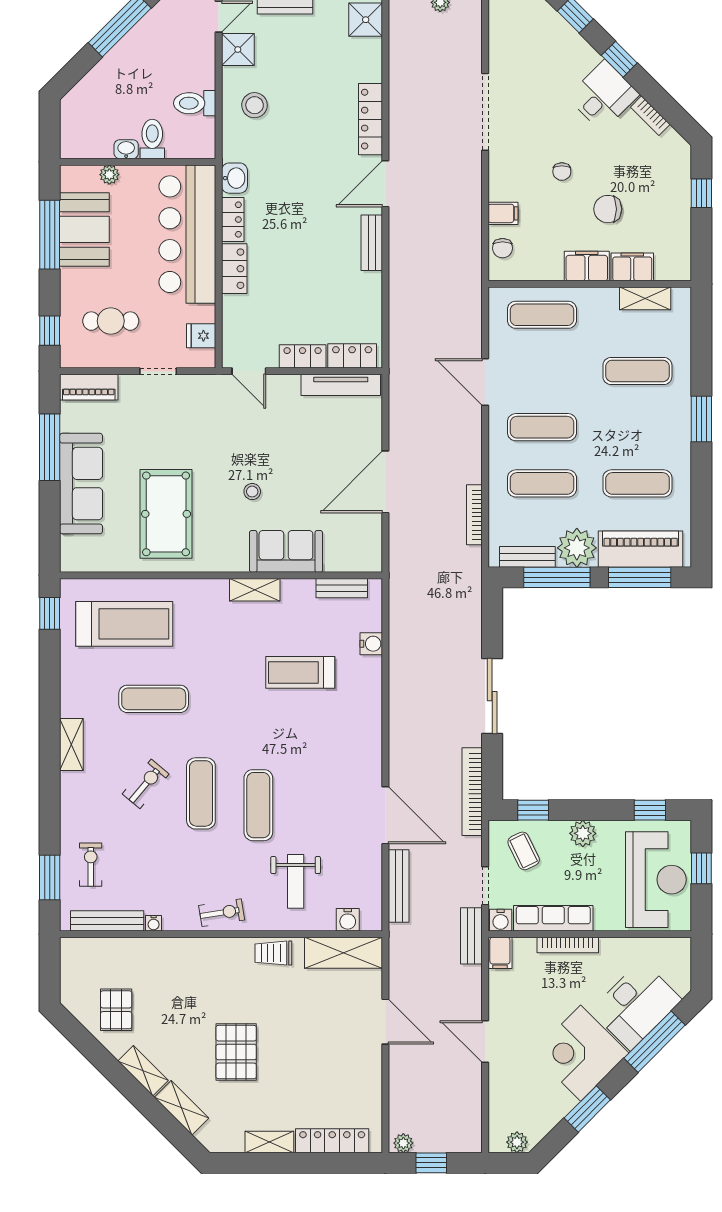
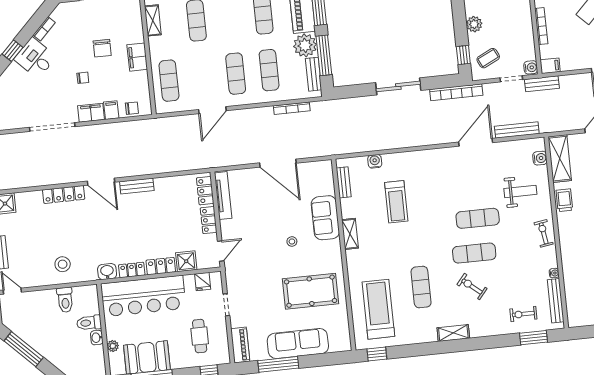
shower: (238, 50) -> (186, 261), moved
filing cabinet: (632, 267) -> (91, 113), moved, turned 90
row of seats: (553, 918) -> (526, 36), removed
trolley: (273, 953) -> (564, 200), turned 180

